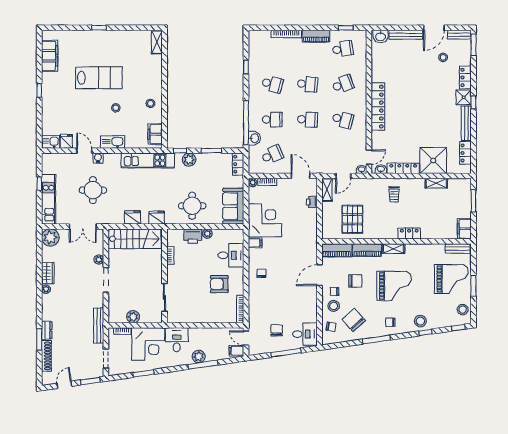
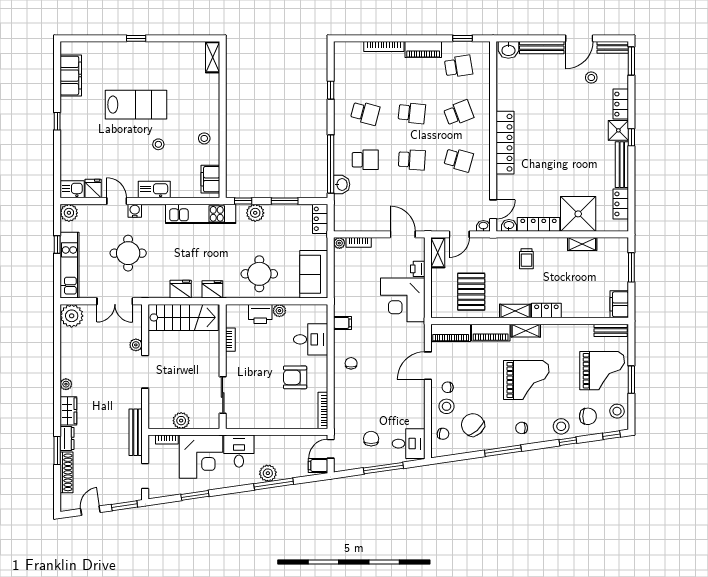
school desk: (272, 155) -> (365, 206), removed
plant: (48, 160) -> (69, 213), added
corner desk: (265, 220) -> (403, 300), moved, turned 180
shelving: (386, 234) -> (515, 311), added
wardrobe: (48, 273) -> (68, 411), moved
chair: (355, 281) -> (588, 416), moved
door: (246, 338) -> (331, 449), hinge flipped

